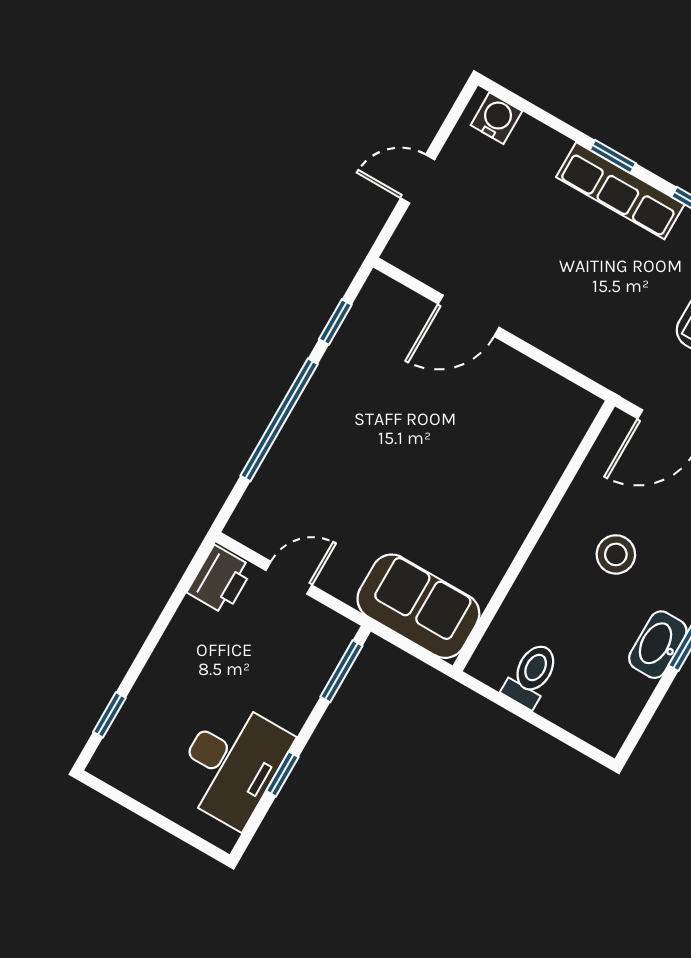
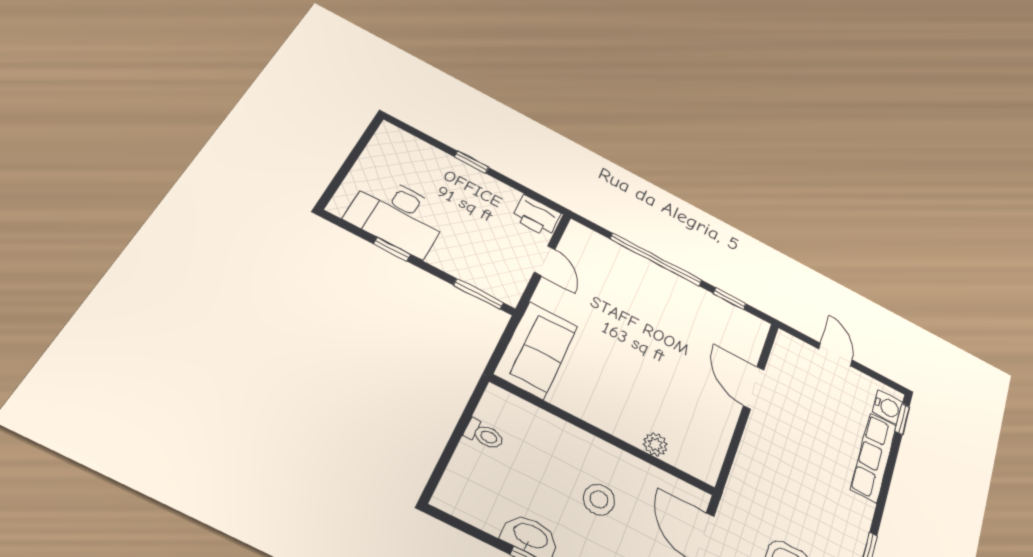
window: (613, 157) -> (902, 419), moved
row of seats: (620, 191) -> (874, 457), moved
plant: (547, 470) -> (655, 444), added
toilet: (531, 675) -> (484, 435), width x0.73, depth x0.72
window: (109, 715) -> (472, 162), moved

